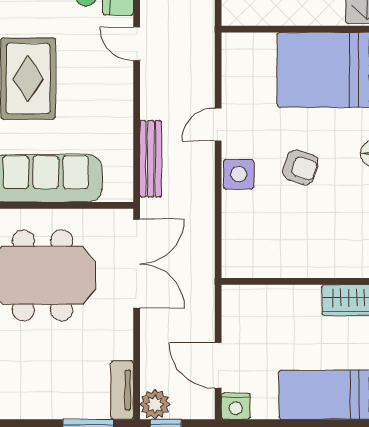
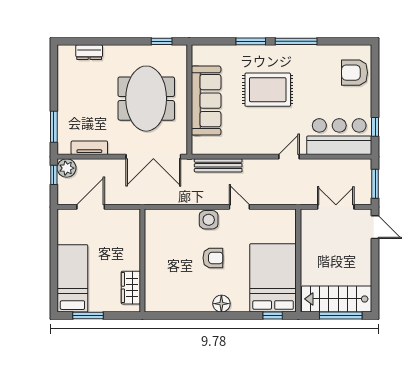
armchair: (301, 167) -> (213, 258), turned -108
tv unit: (122, 390) -> (89, 148), moved
nightstand: (236, 406) -> (65, 218), removed

